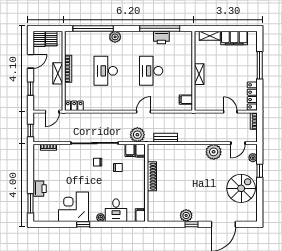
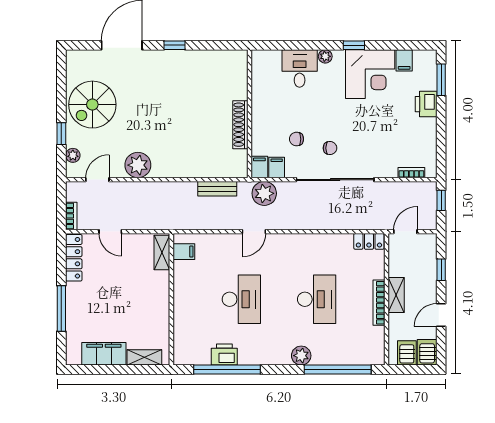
shelving: (199, 74) -> (162, 253), moved
filing cabinet: (140, 215) -> (404, 60), moved
plant: (186, 215) -> (183, 60), removed

